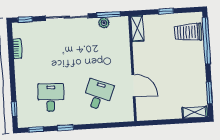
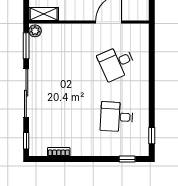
plant: (104, 23) -> (35, 31), moved
desk: (98, 95) -> (117, 63), turned -45
window: (65, 128) -> (152, 102), removed

